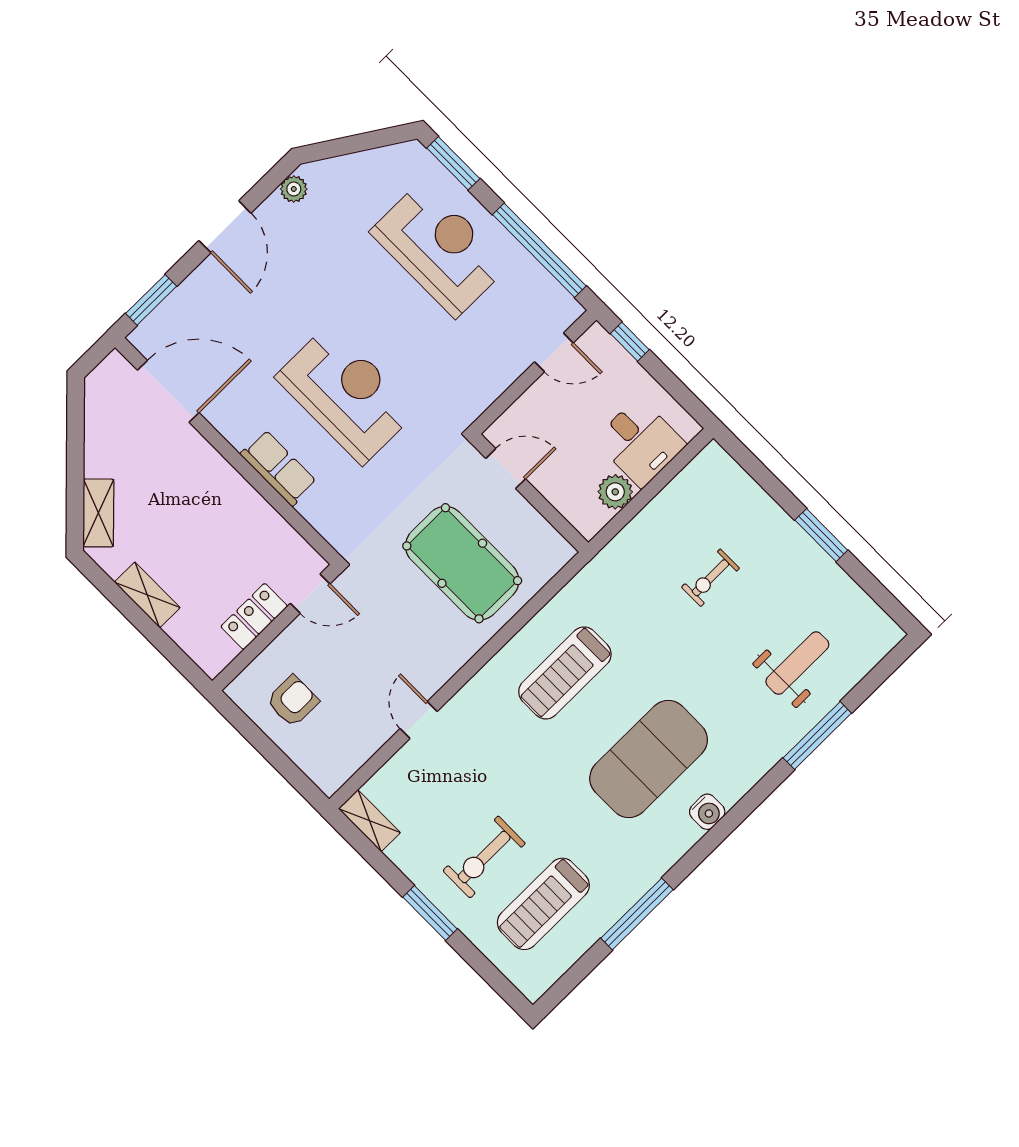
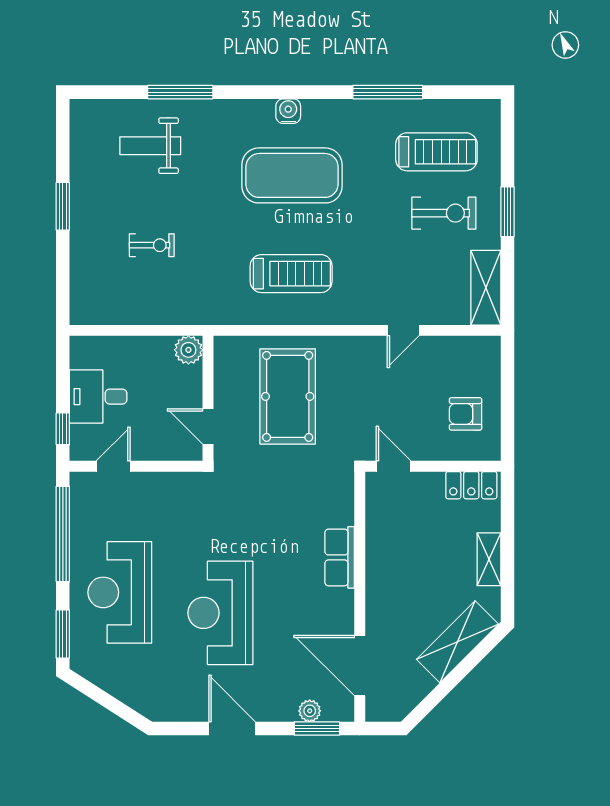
plant: (294, 189) -> (310, 711), moved
door: (225, 227) -> (232, 728), hinge flipped
door: (554, 352) -> (113, 466), hinge flipped
reception desk: (346, 394) -> (220, 613), moved
desk: (640, 442) -> (98, 397), moved, turned -90
plant: (615, 492) -> (188, 350), moved
shelving: (98, 513) -> (457, 642), width x1.50, depth x1.33
locker: (254, 616) -> (471, 485), moved
shelving: (369, 821) -> (486, 288), width x1.50, depth x1.33

